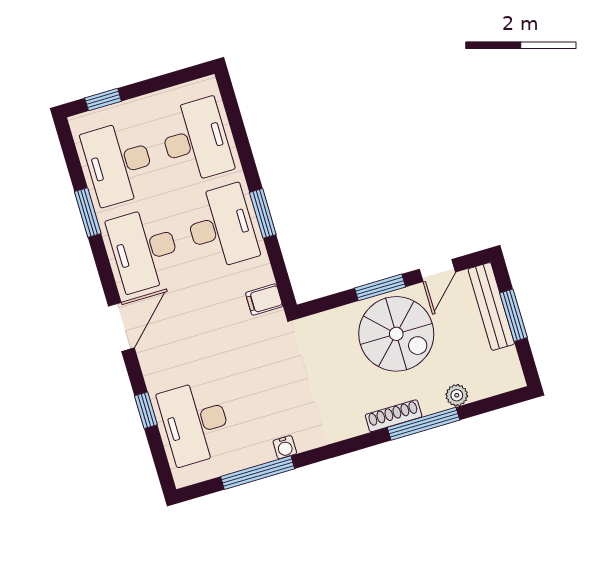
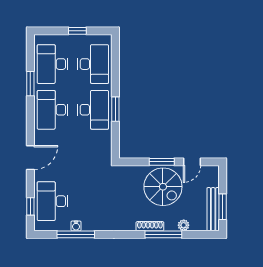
window: (103, 100) -> (77, 31), moved
filing cabinet: (264, 299) -> (104, 151), removed
bench: (491, 306) -> (213, 209), moved
window: (514, 315) -> (223, 207), moved
door: (121, 327) -> (30, 158), moved
window: (146, 410) -> (30, 206), moved
water cooler: (285, 447) -> (76, 226), moved

